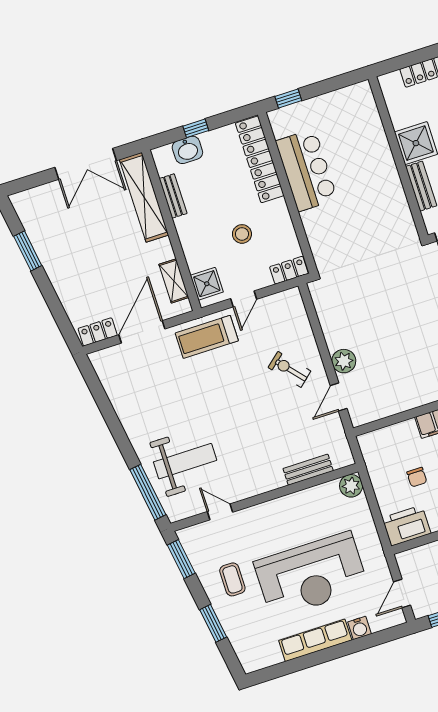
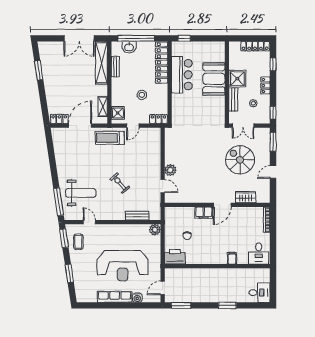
window: (196, 128) -> (136, 38), width x3.17
booth: (371, 158) -> (214, 79), added
exercise bike: (289, 369) -> (120, 183), moved
door: (339, 397) -> (163, 186), swing flipped
coffee table: (232, 579) -> (78, 242), moved

